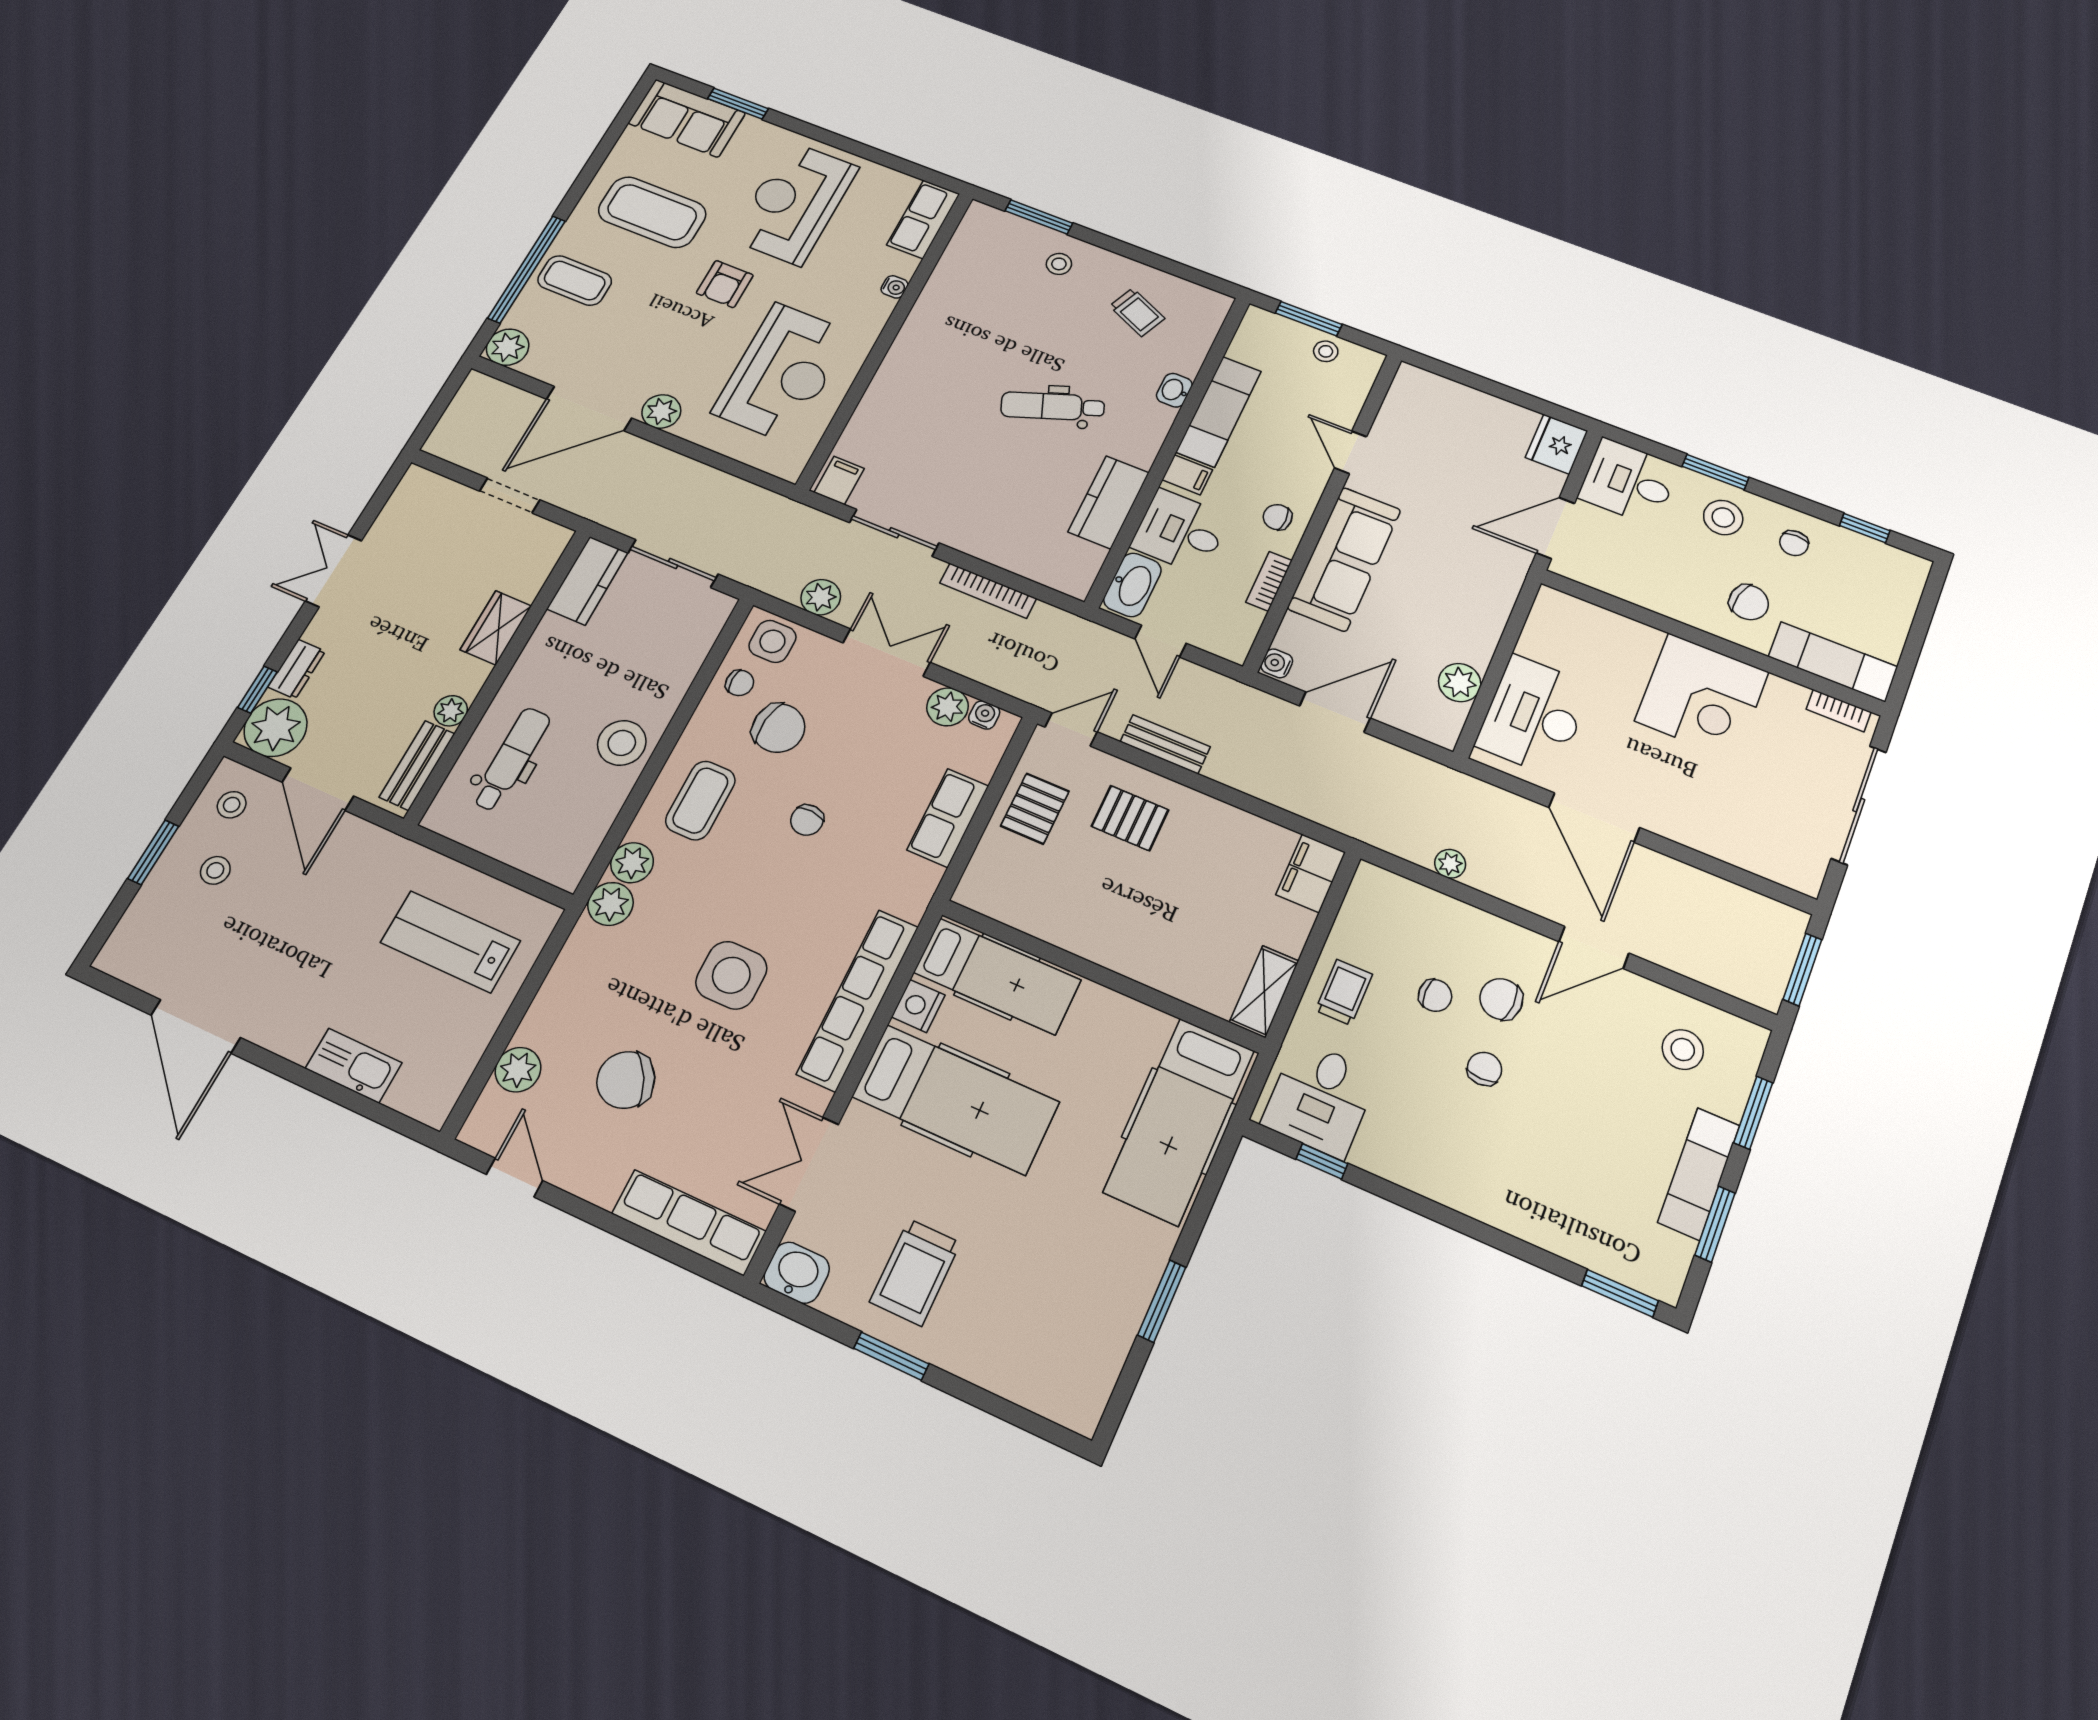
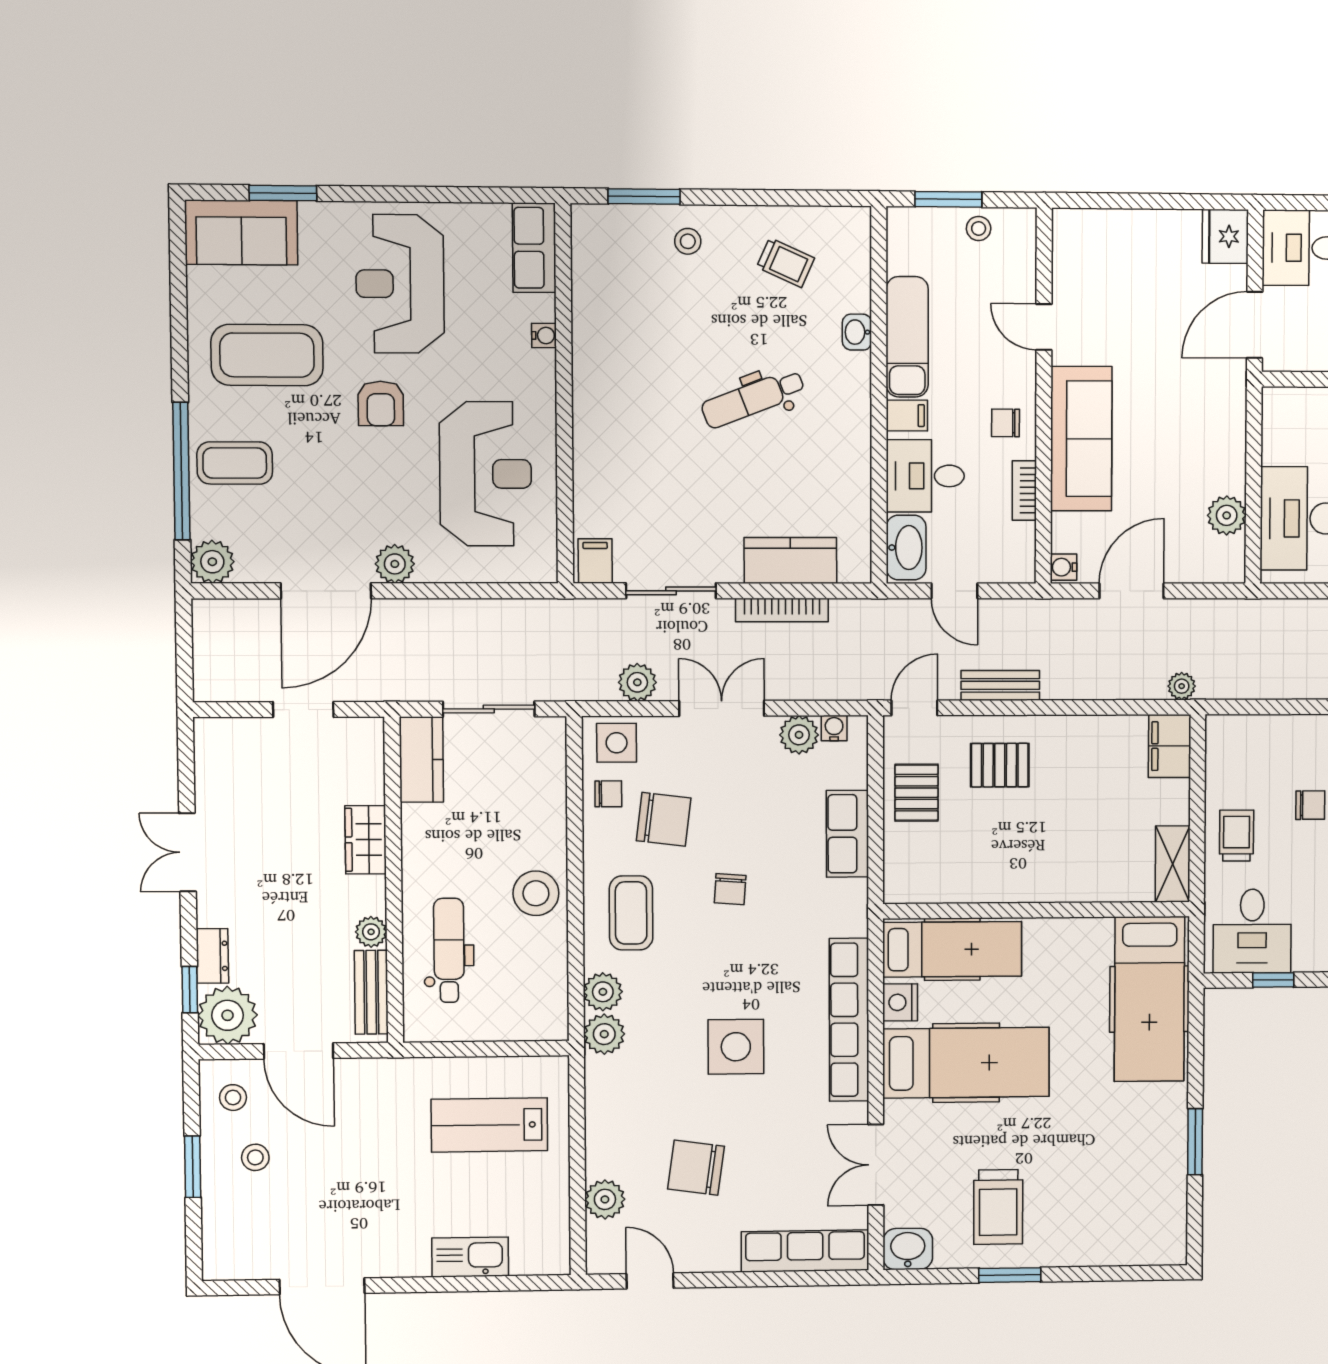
kitchen counter: (1109, 502) -> (790, 560), moved, turned 90
plant: (1450, 864) -> (1182, 686), moved
chair: (626, 1080) -> (696, 1168), turned 38

